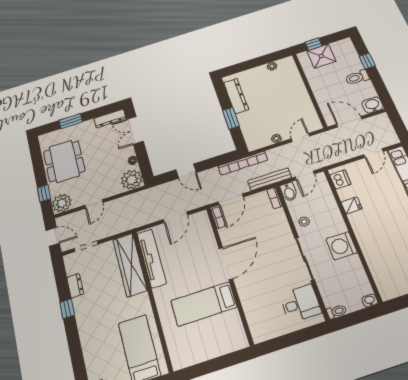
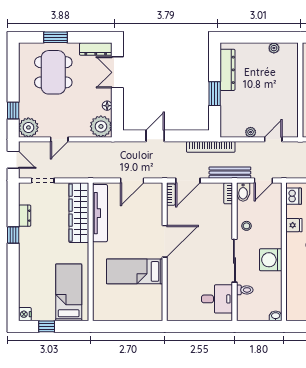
dining table: (64, 161) -> (53, 72), moved
door: (186, 171) -> (155, 136), swing flipped
toilet: (337, 311) -> (245, 290), moved

